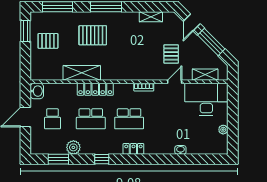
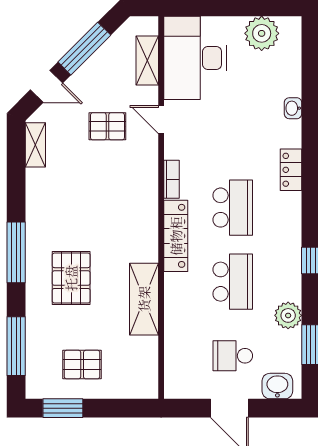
shelving: (151, 17) -> (35, 145), moved
pallet: (48, 41) -> (82, 365), turned 90
locker: (95, 89) -> (176, 236), moved
washbasin: (37, 91) -> (277, 386), moved
school desk: (53, 119) -> (233, 356), turned 180
plant: (223, 130) -> (262, 33), width x1.88, depth x1.88
locker: (133, 149) -> (291, 170), moved

